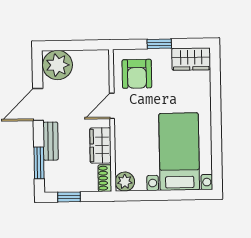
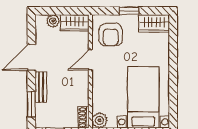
plant: (57, 65) -> (53, 21), width x0.53, depth x0.53
wardrobe: (100, 145) -> (75, 23), moved, turned -90

